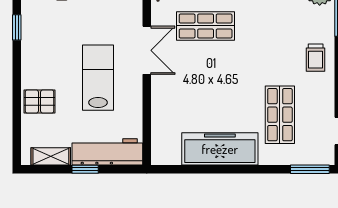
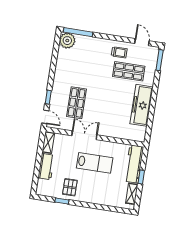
trolley: (316, 58) -> (119, 52), moved
lab bench: (98, 78) -> (95, 163), turned 180
pallet: (40, 102) -> (70, 187), moved

